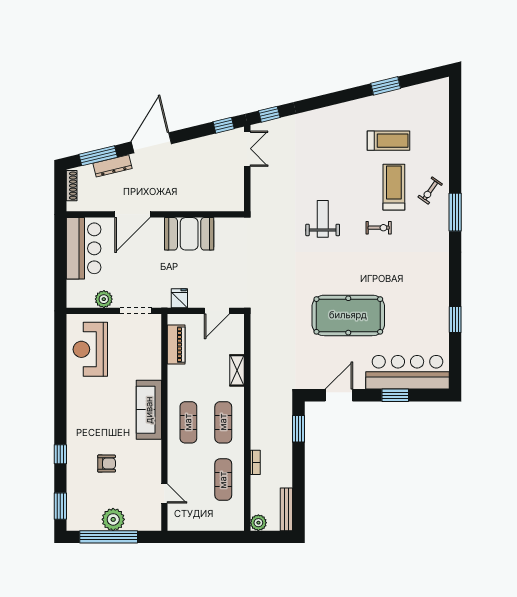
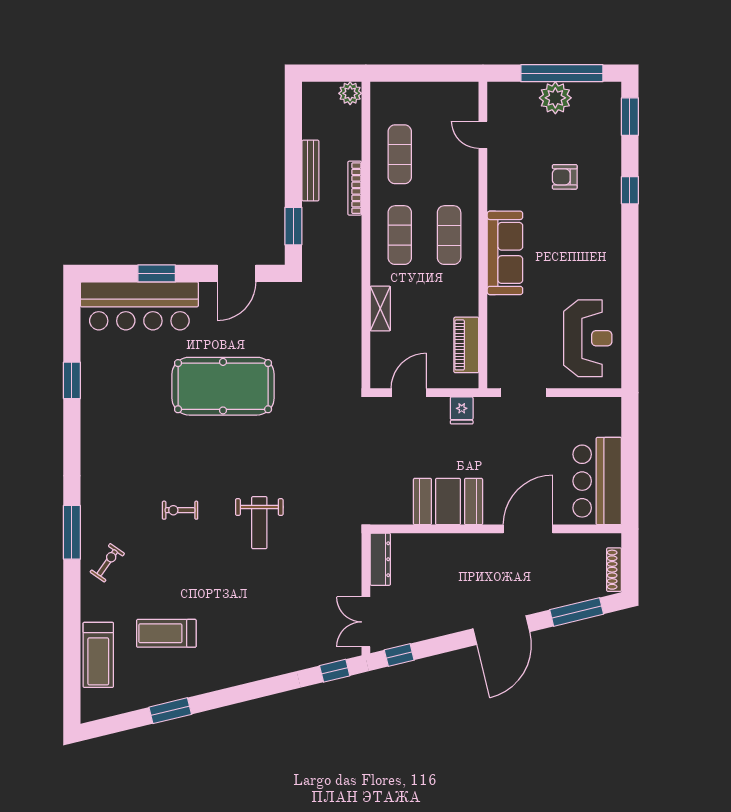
dresser: (112, 166) -> (380, 559), moved, turned 104
treadmill: (394, 187) -> (98, 655), moved
plant: (104, 299) -> (569, 409), removed
bookcase: (255, 462) -> (355, 188), width x1.56
bench: (286, 509) -> (310, 171), moved

